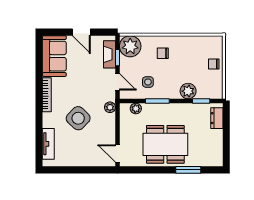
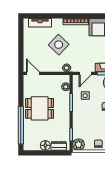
plant: (188, 91) -> (79, 145), moved
floor lamp: (216, 136) -> (45, 145), added
dining table: (165, 144) -> (40, 108), width x0.73
door: (117, 154) -> (33, 73), hinge flipped
window: (188, 170) -> (21, 125), width x2.11

